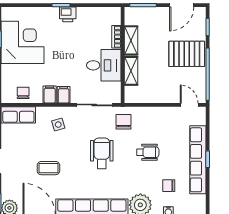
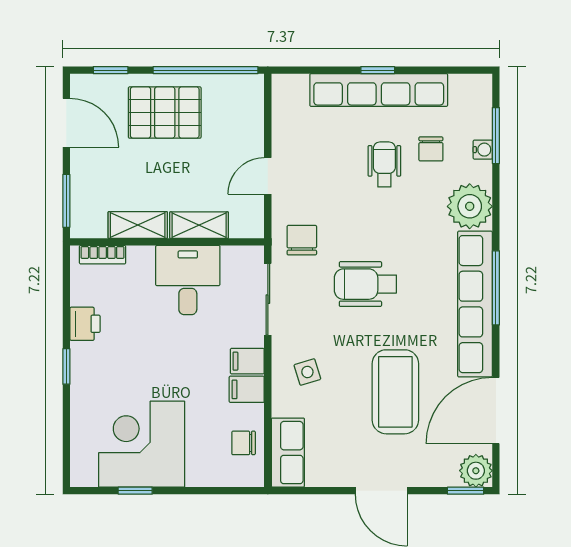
printer: (68, 14) -> (85, 324), moved
bookcase: (116, 37) -> (103, 255), moved
pallet: (187, 54) -> (165, 113), turned 90
door: (189, 105) -> (268, 176), moved
chair: (124, 122) -> (302, 240), turned 90
wheelchair: (148, 152) -> (384, 164), moved
coffee table: (48, 168) -> (395, 392), width x1.86, depth x1.72

